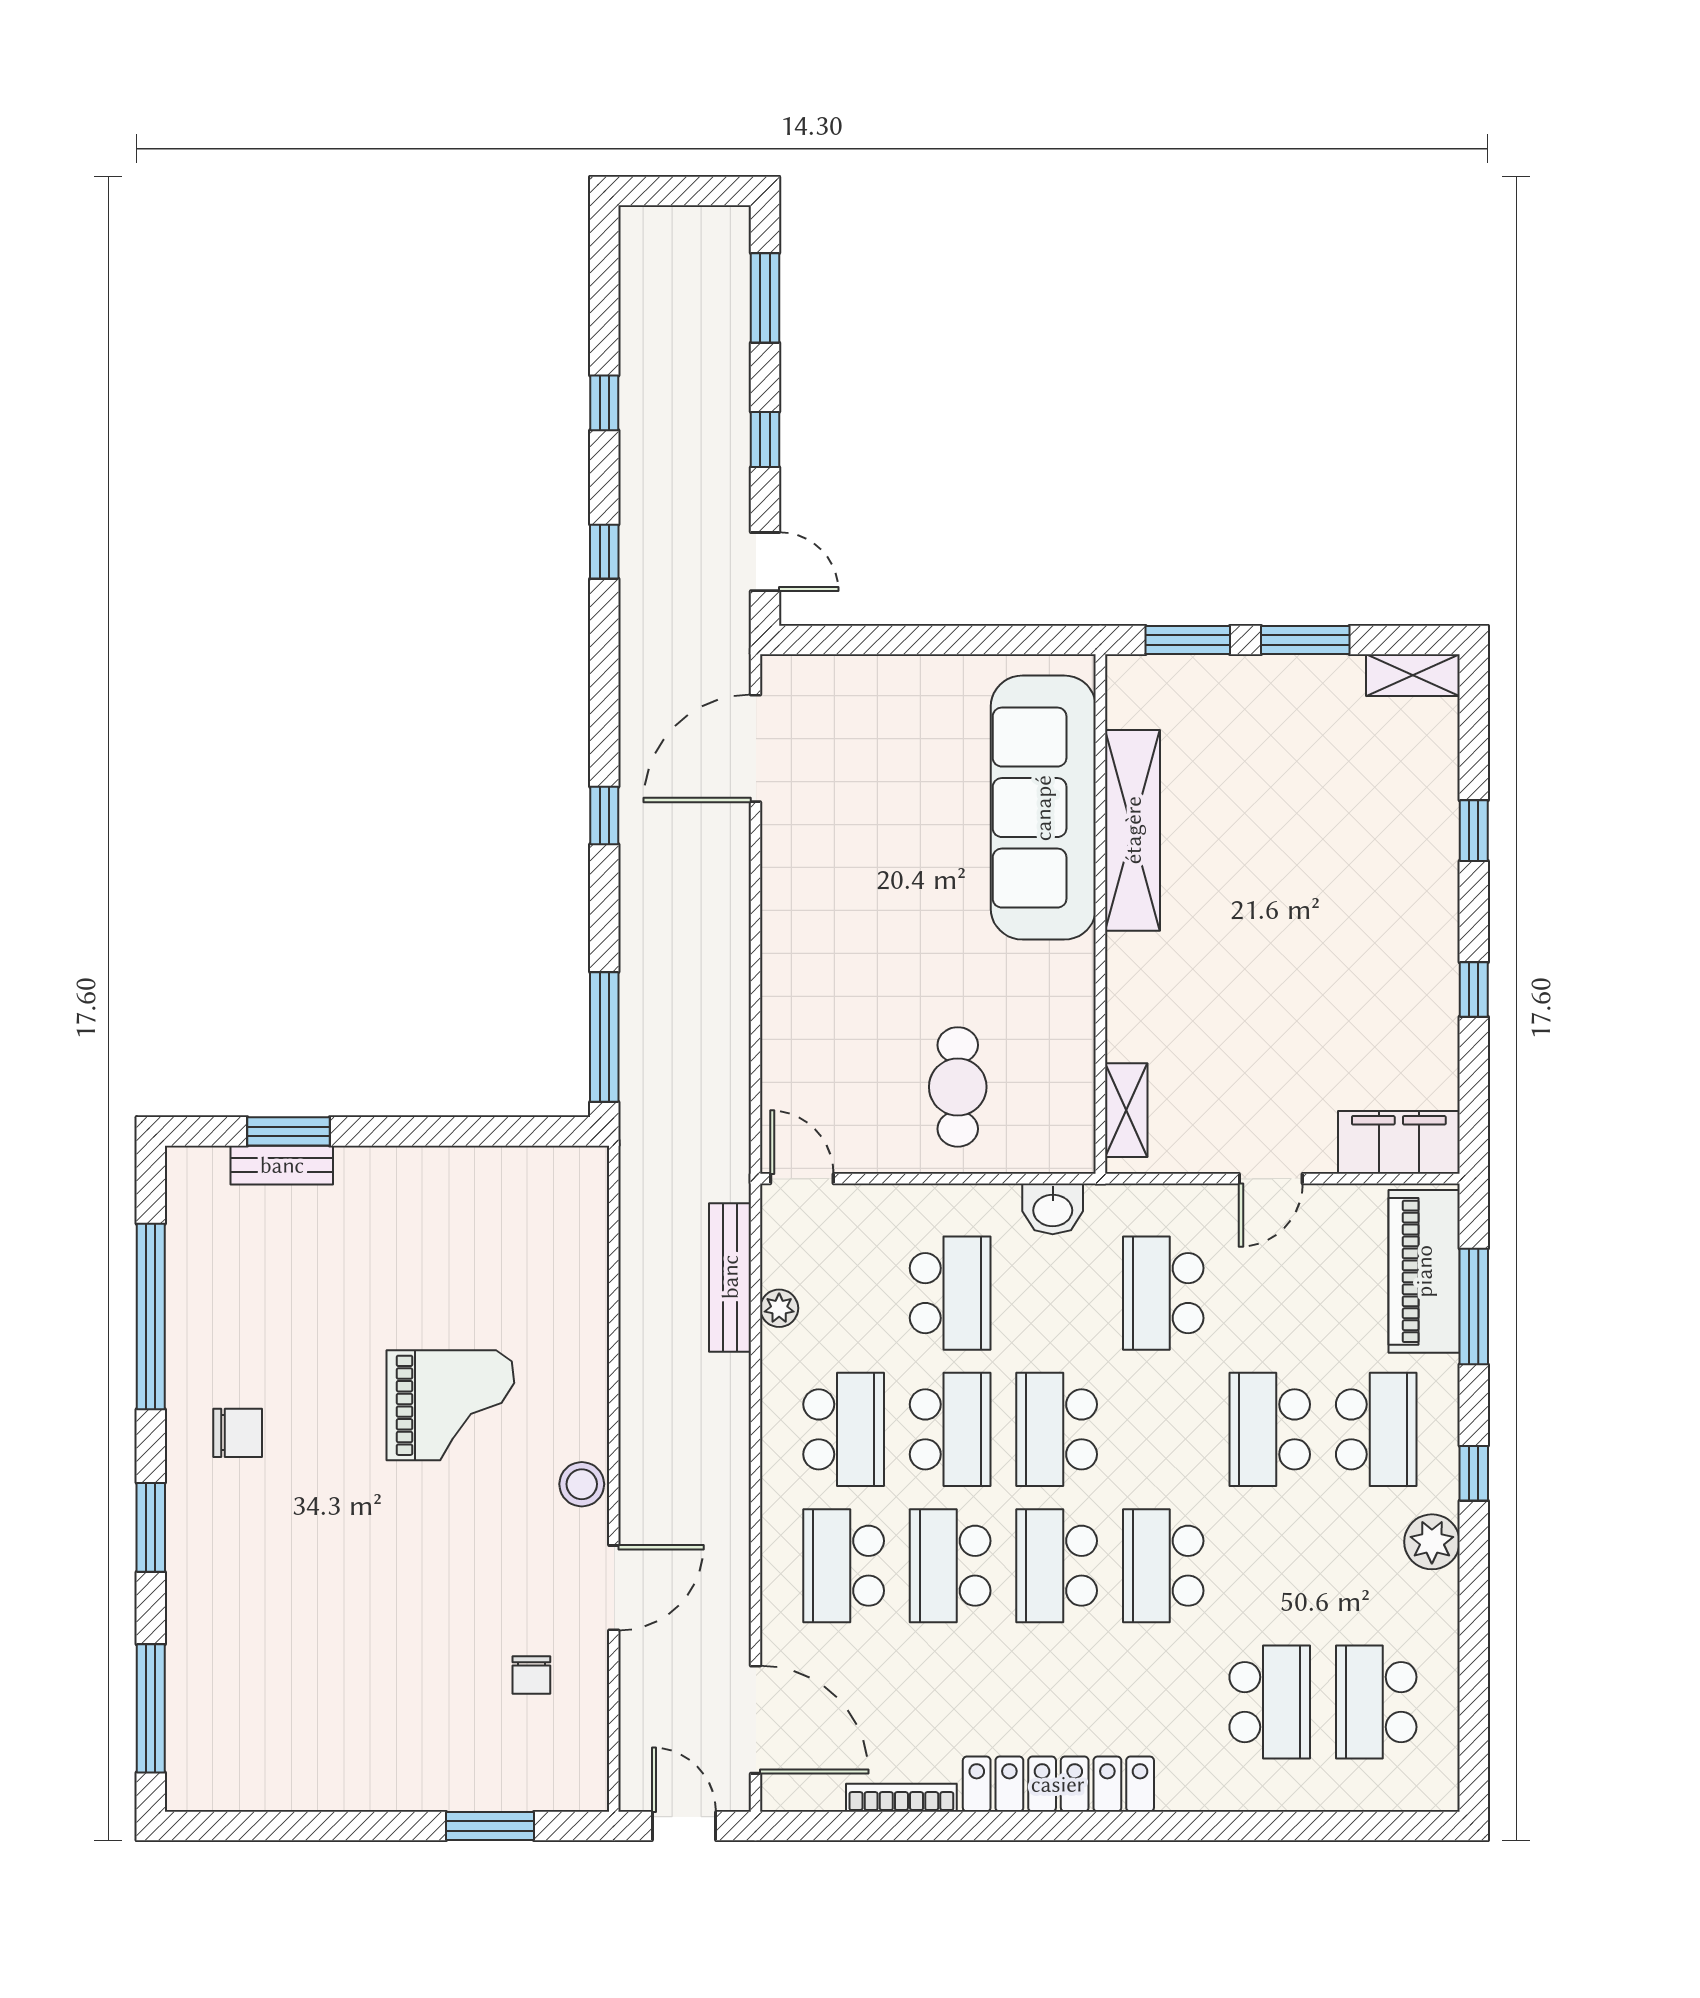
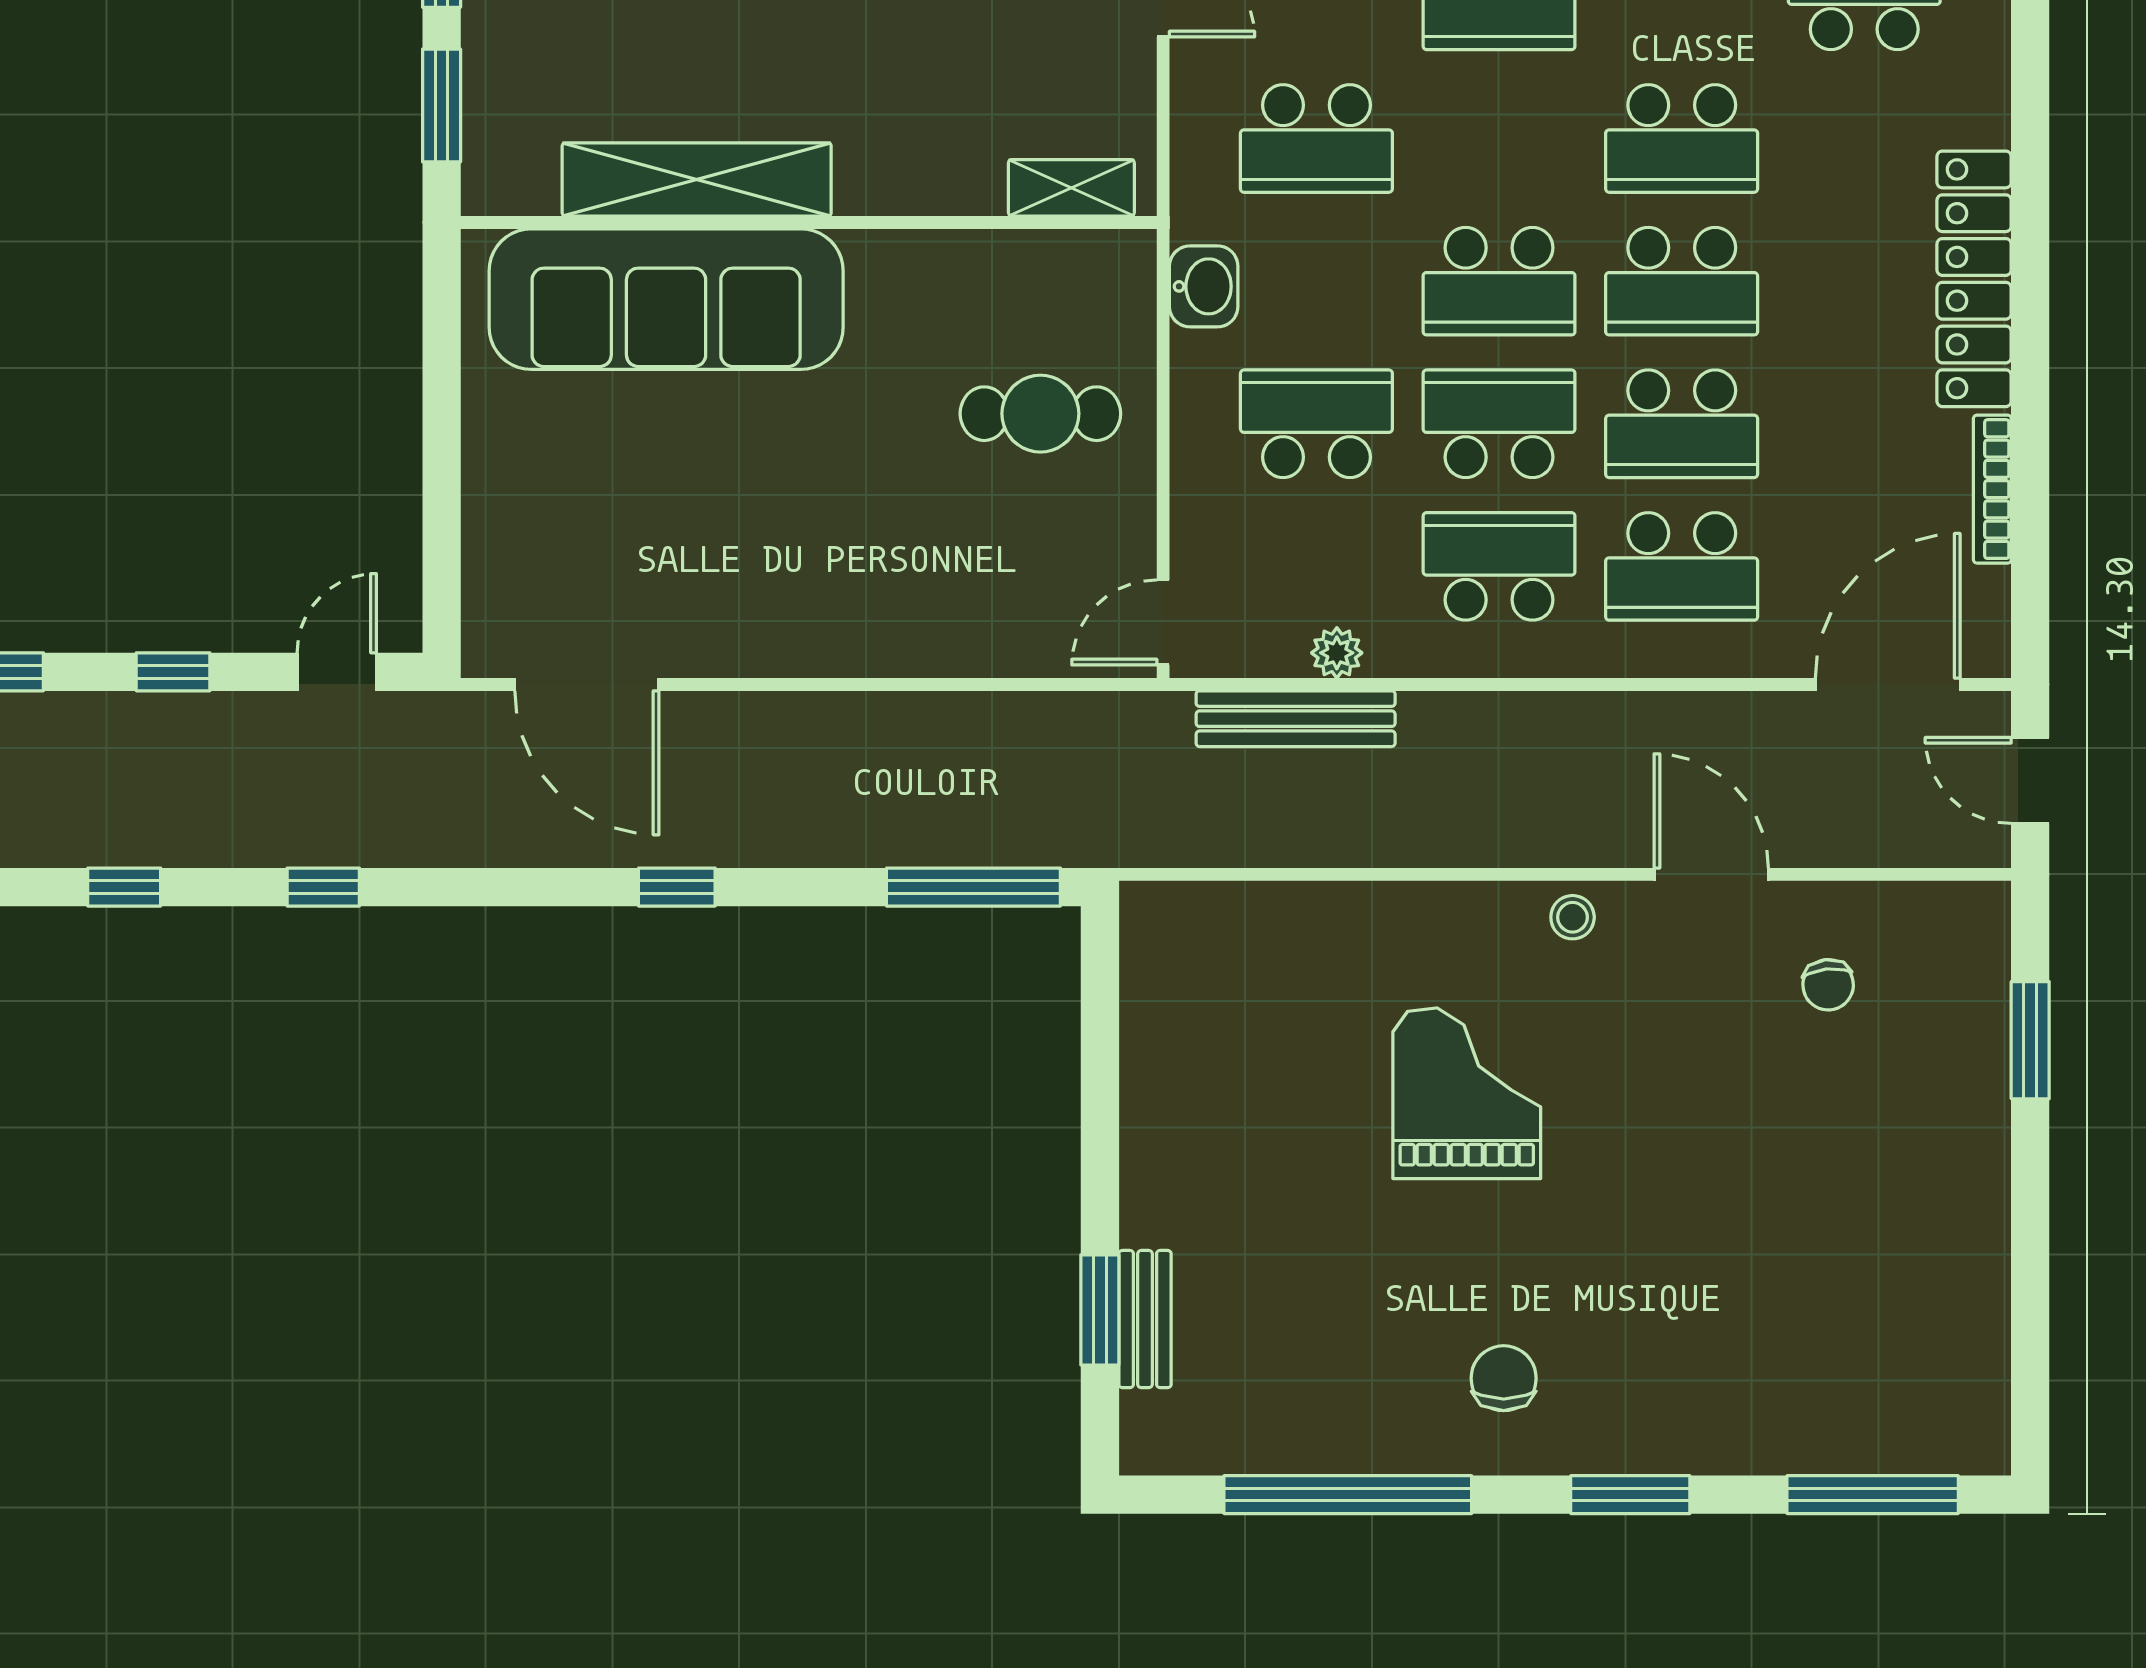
stool: (582, 1484) -> (1573, 917), width x0.73, depth x0.73
chair: (531, 1675) -> (1828, 985), turned 84
door: (684, 1826) -> (2030, 780), hinge flipped

